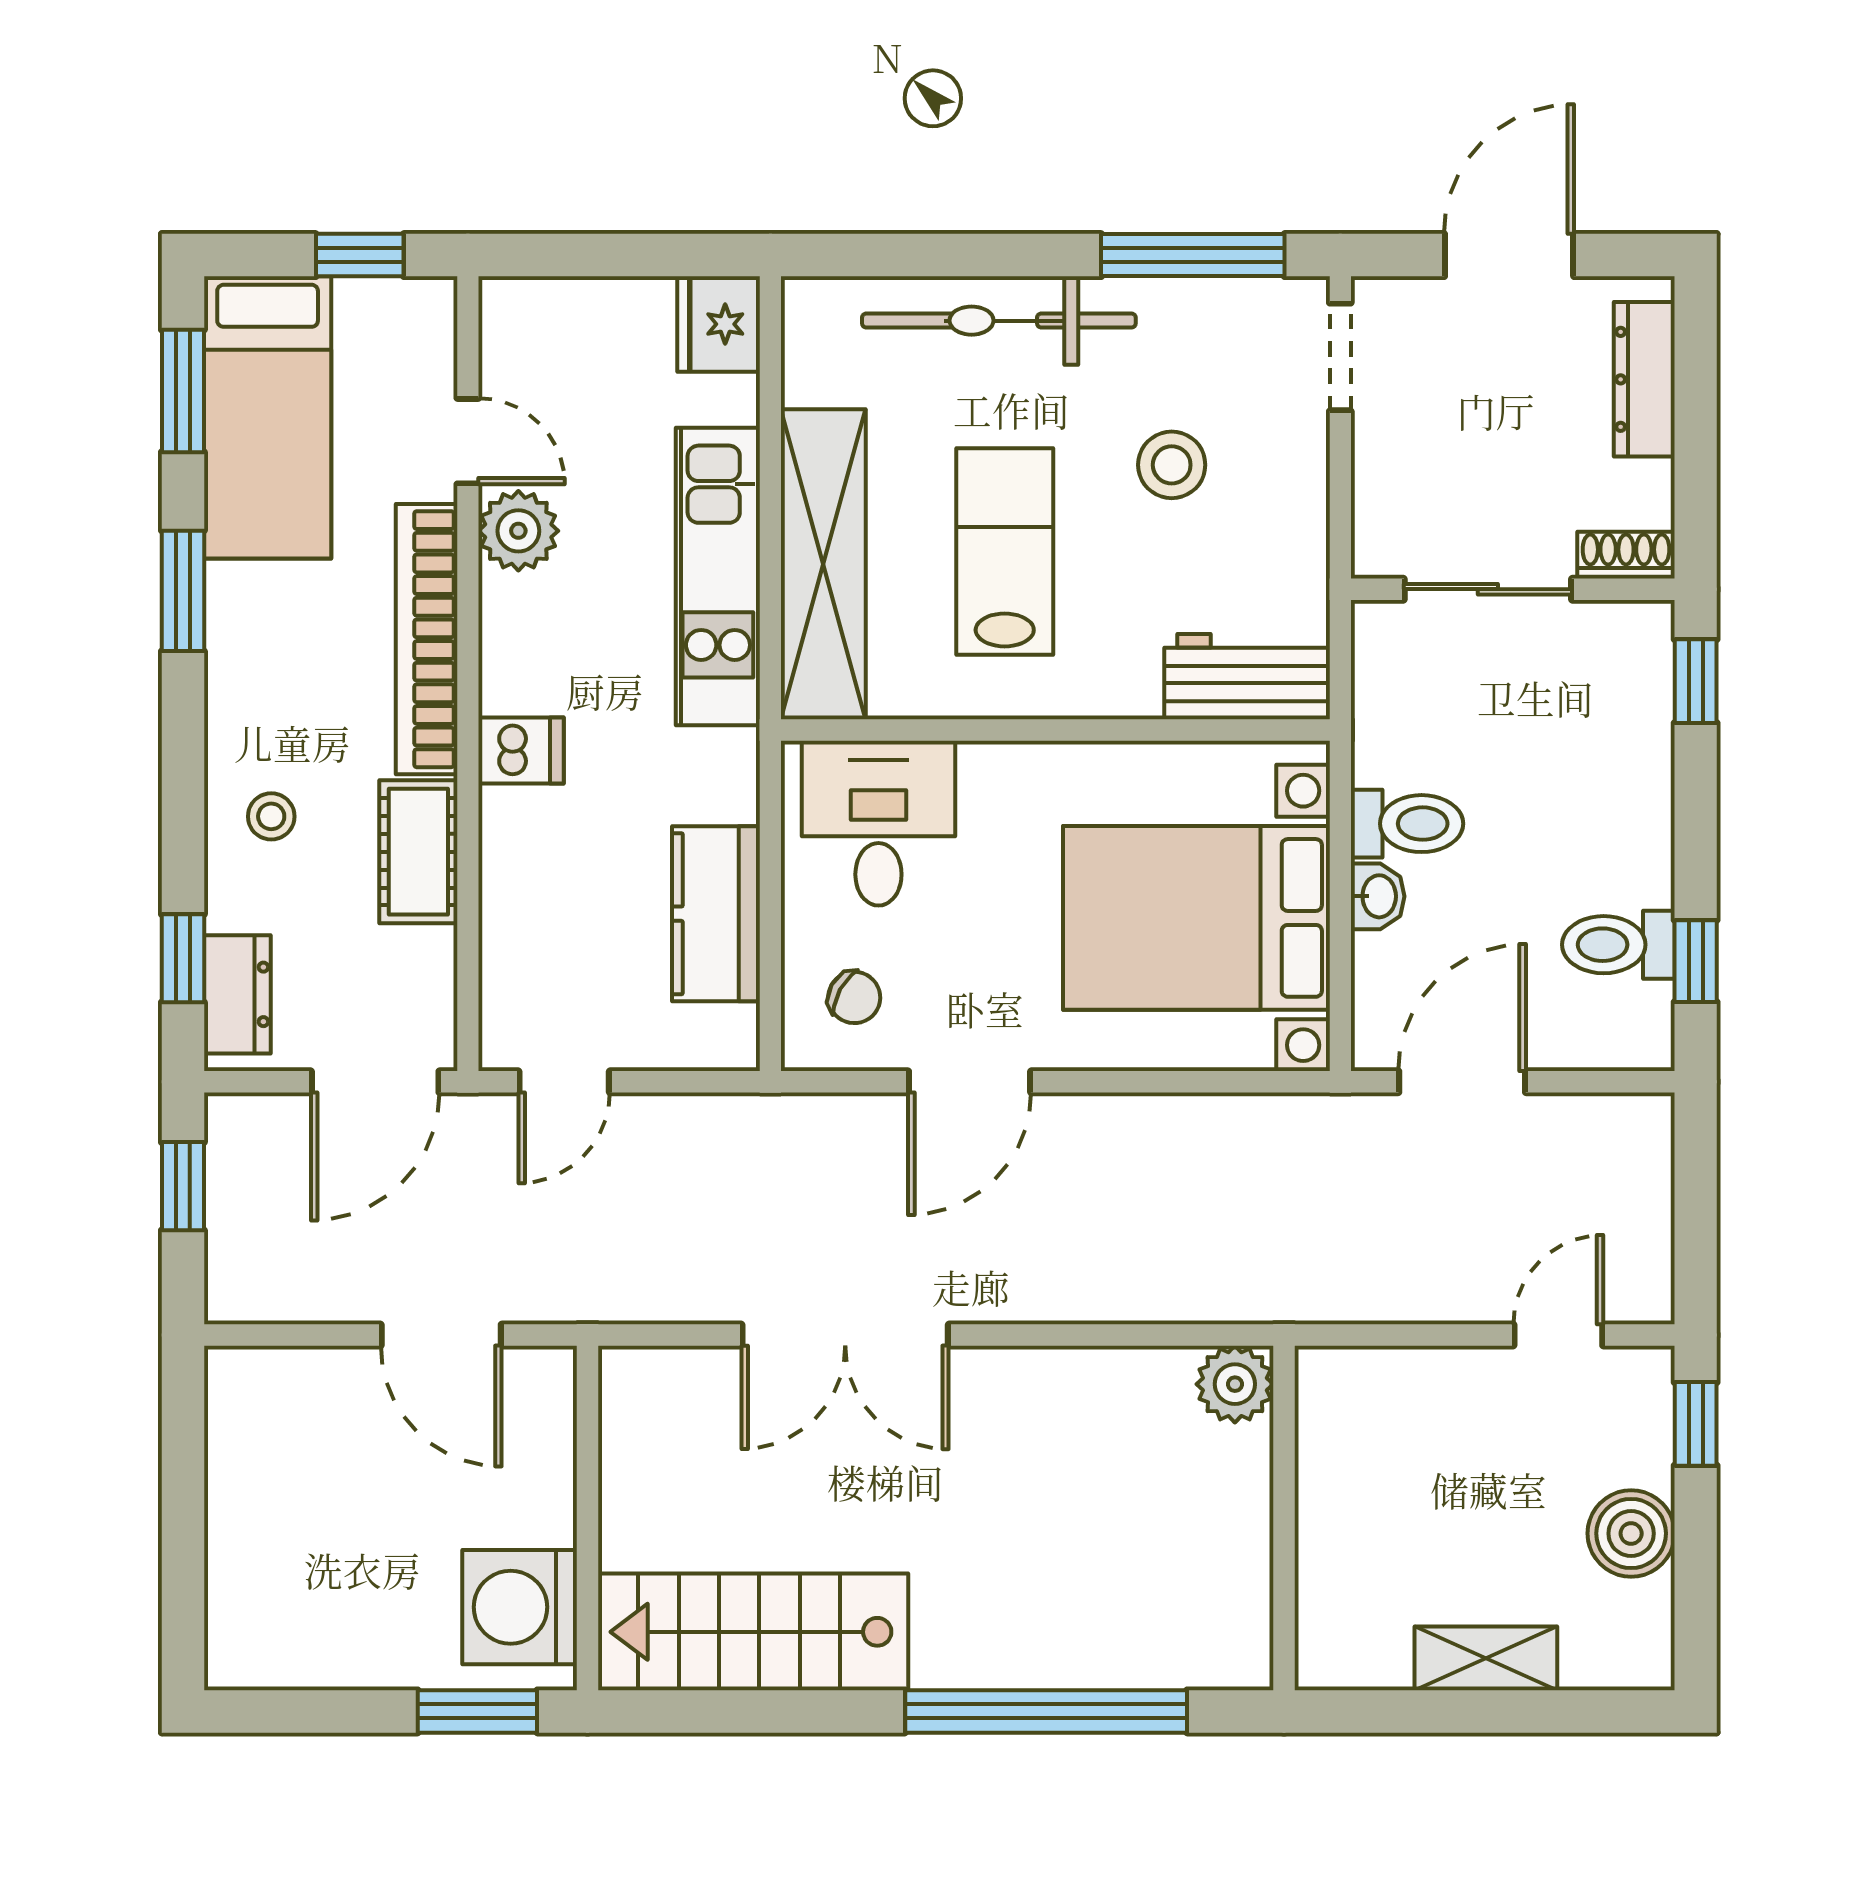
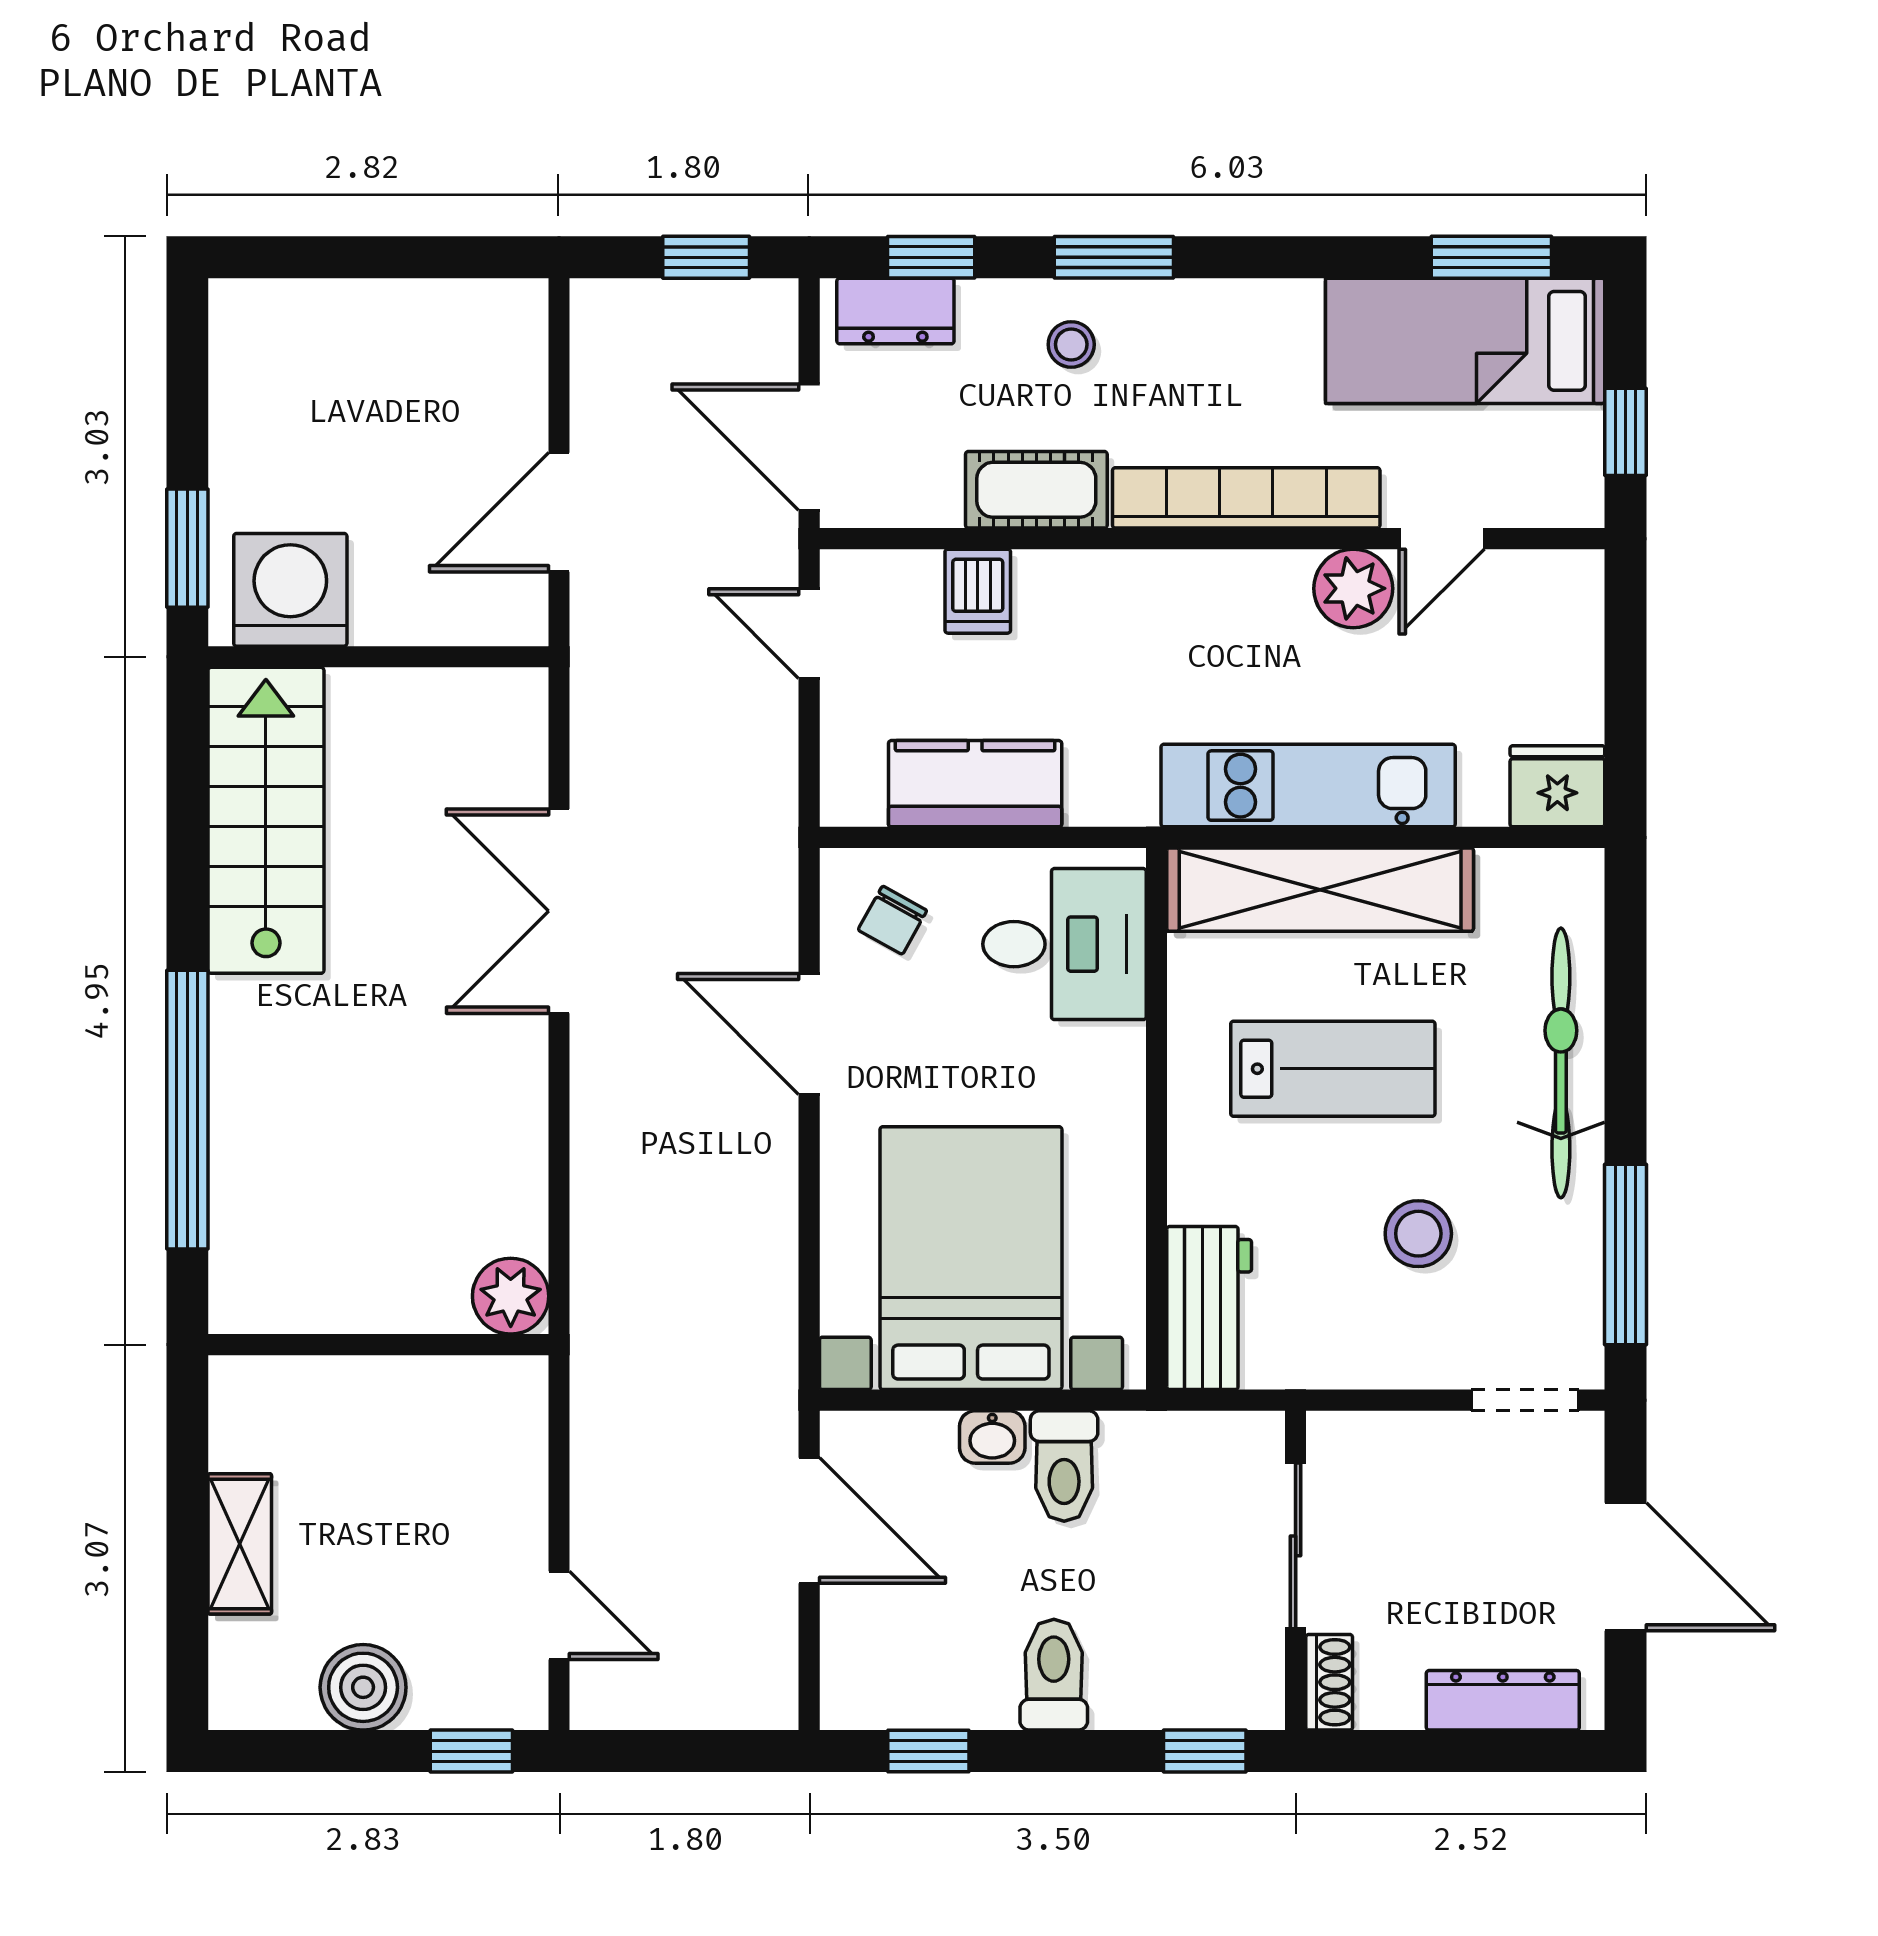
window: (183, 591) -> (1114, 257), moved
dishwasher: (521, 751) -> (978, 591), moved
toilet: (1618, 945) -> (1054, 1675), moved

